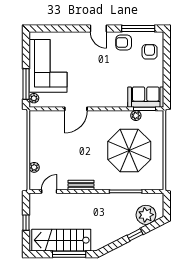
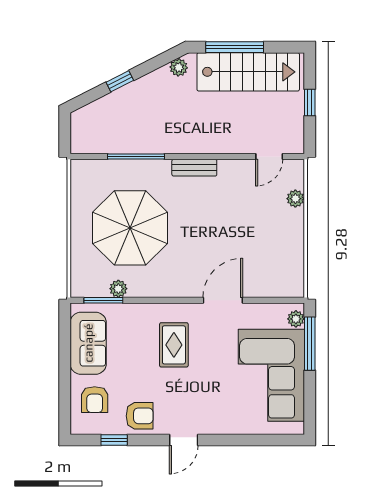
door: (98, 29) -> (184, 440), swing flipped
window: (138, 29) -> (114, 440), width x0.46
rug: (104, 83) -> (174, 345), added
sofa: (146, 97) -> (88, 343), moved, turned -90
bench: (81, 185) -> (194, 168), moved
plant: (146, 215) -> (179, 67), moved, width x0.53, depth x0.53

